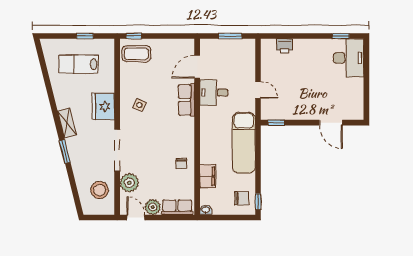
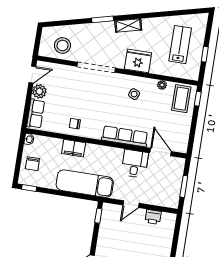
printer: (284, 46) -> (153, 217), moved, turned -90
row of seats: (186, 100) -> (125, 136), width x1.48
filing cabinet: (208, 176) -> (74, 148), moved
plant: (129, 183) -> (162, 85), moved, width x0.53, depth x0.53
chair: (242, 198) -> (32, 164), moved

